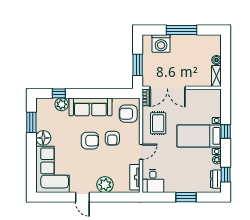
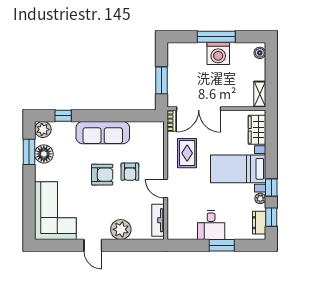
washing machine: (161, 43) -> (218, 54), moved
boiler: (216, 60) -> (260, 53), moved
plant: (62, 104) -> (43, 129), moved
wardrobe: (214, 105) -> (257, 130), added
armchair: (128, 114) -> (150, 141), removed
window: (226, 131) -> (271, 188), moved
floor lamp: (43, 138) -> (44, 154), moved
door: (141, 152) -> (166, 189), swing flipped
desk: (153, 181) -> (211, 225), moved

